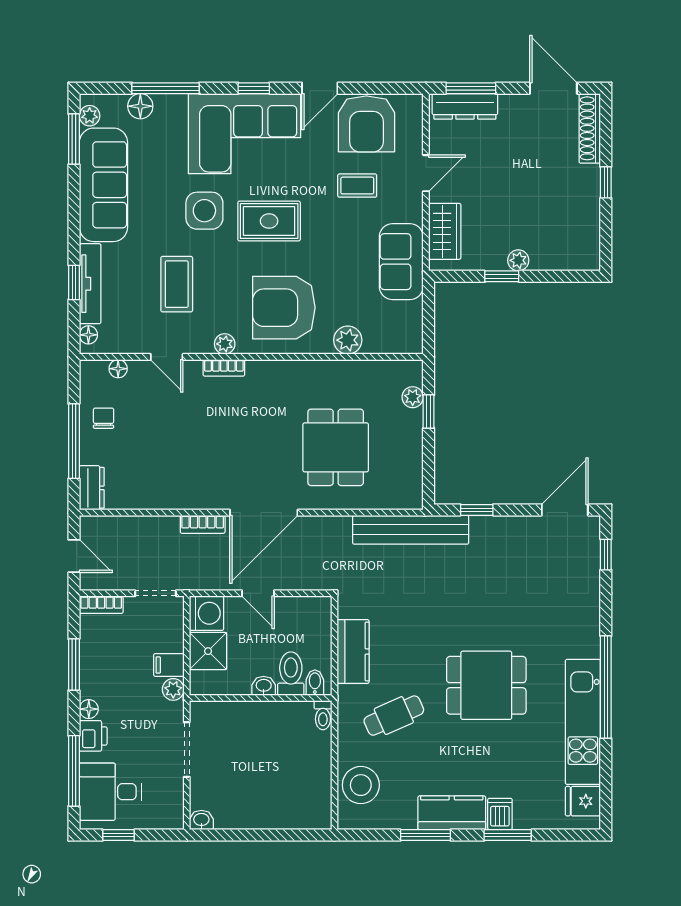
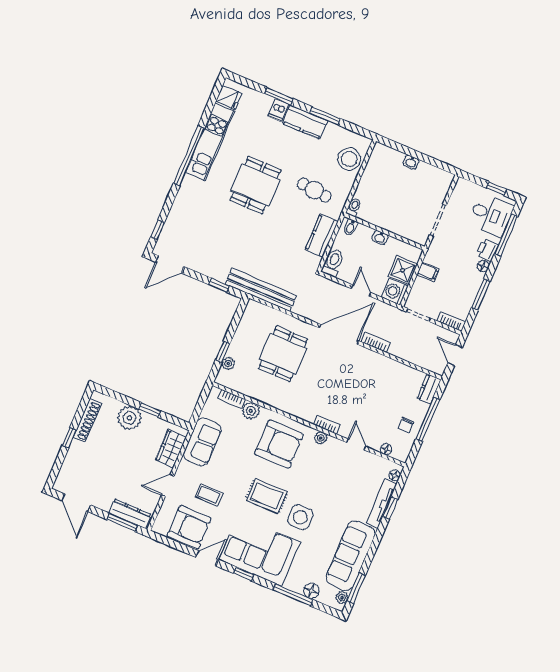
armchair: (366, 124) -> (189, 527), turned 90
shoe rack: (590, 128) -> (87, 420), moved
plant: (518, 260) -> (129, 418), width x1.87, depth x1.87
coffee table: (177, 284) -> (333, 483), removed
bookcase: (385, 346) -> (231, 399), added
toilet: (291, 674) -> (333, 263), moved, turned 180
dining table: (486, 685) -> (255, 185), turned 90
plant: (173, 689) -> (431, 257), removed
cafe table: (394, 716) -> (314, 190), turned 30
washbasin: (201, 820) -> (411, 162), moved

